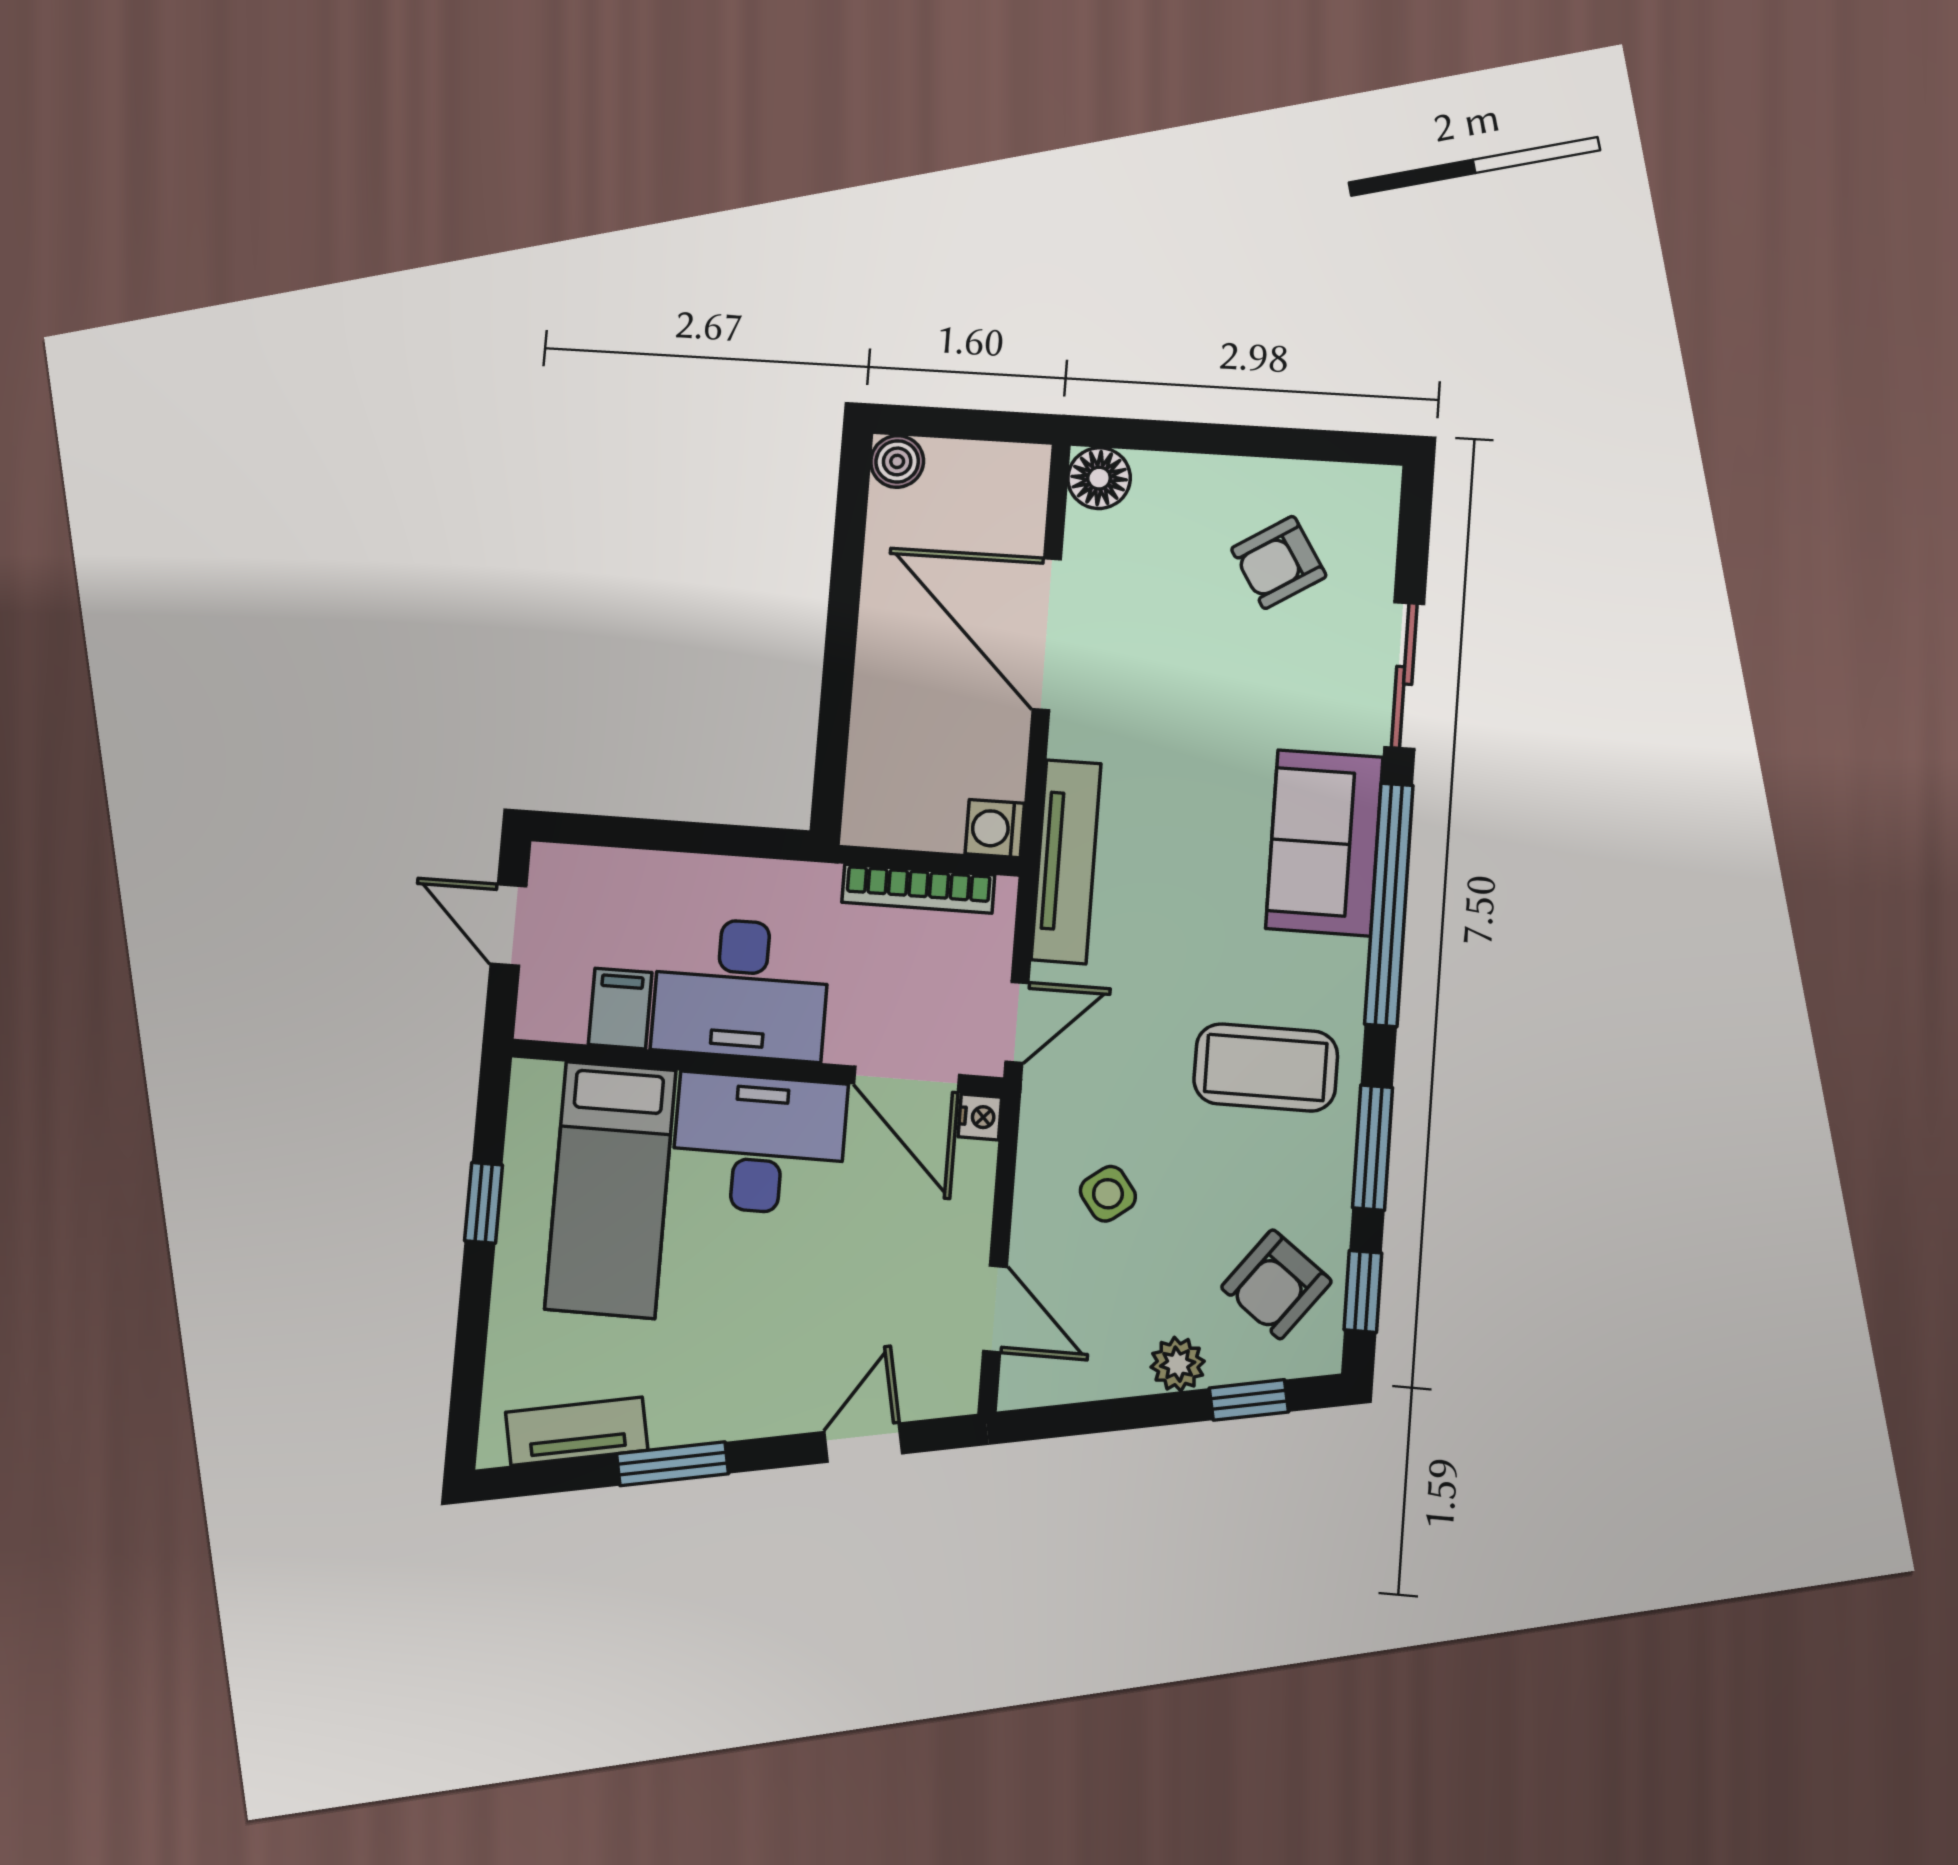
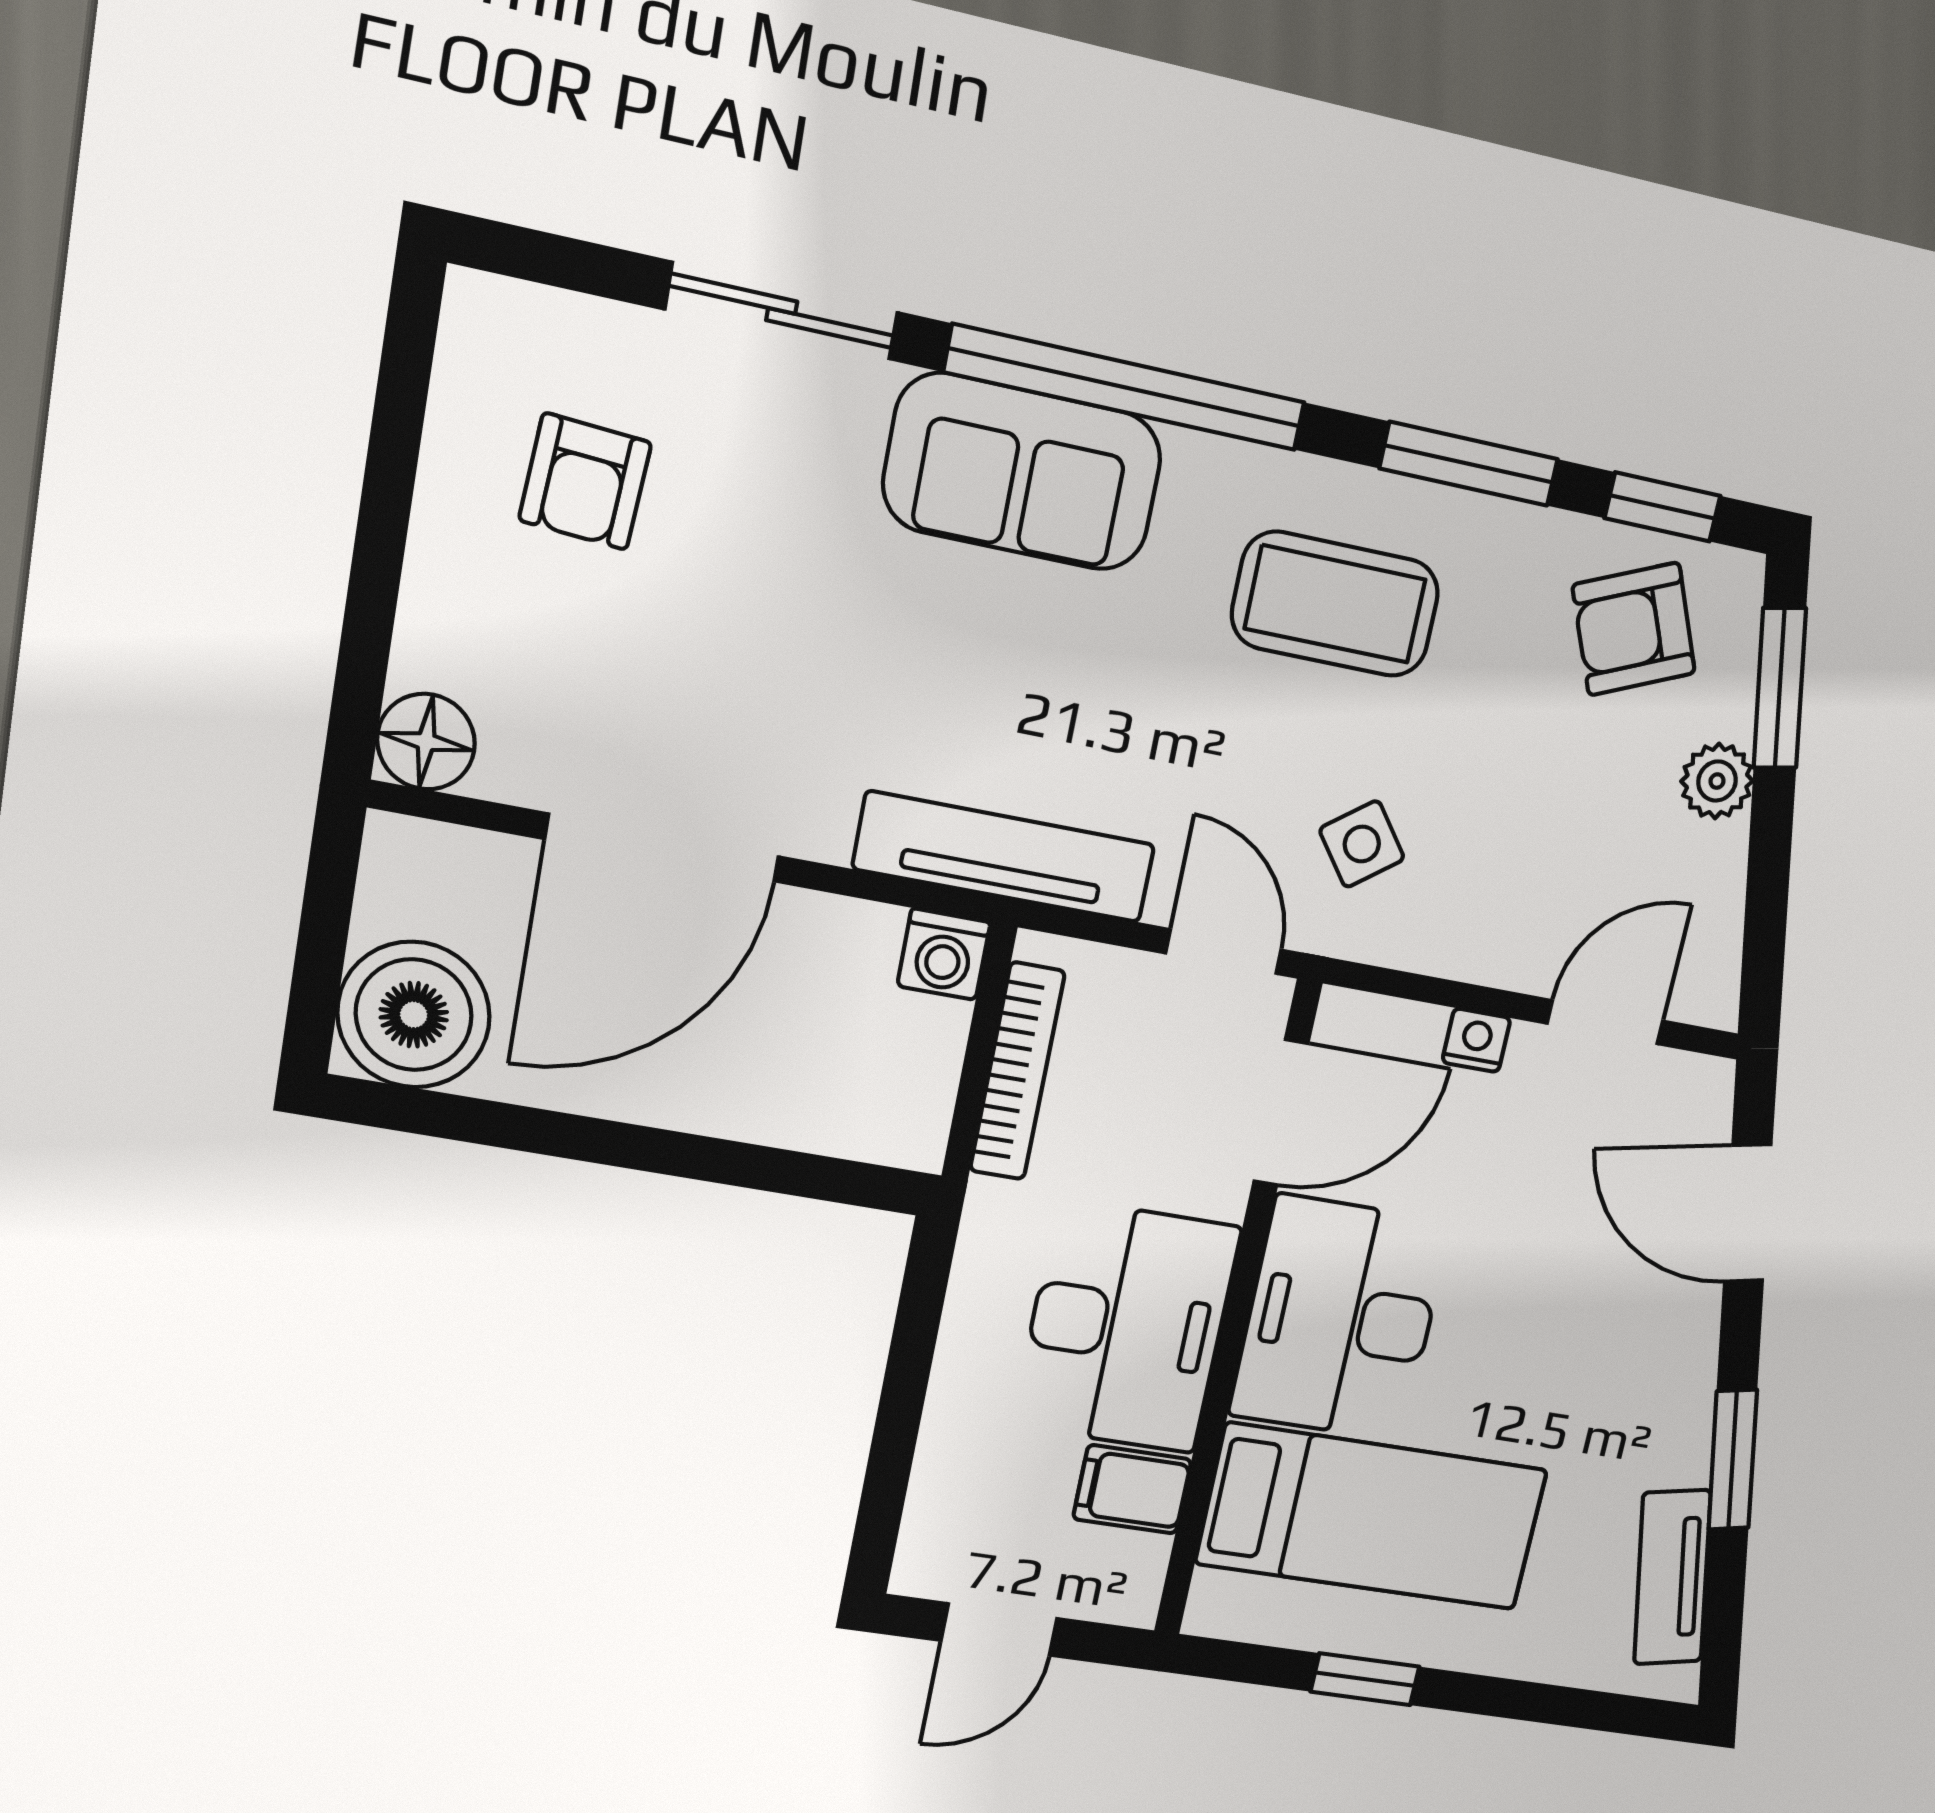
boiler: (897, 461) -> (414, 1015), width x1.86, depth x1.86
armchair: (1279, 562) -> (585, 481), turned 36
coffee table: (1266, 1067) -> (1335, 604), turned 90
nightstand: (980, 1117) -> (1476, 1040), moved
side table: (1108, 1194) -> (1362, 844), moved
armchair: (1276, 1284) -> (1634, 629), turned 120
window: (1249, 1400) -> (1780, 688), width x1.50
door: (863, 1443) -> (1748, 1213), width x1.38

